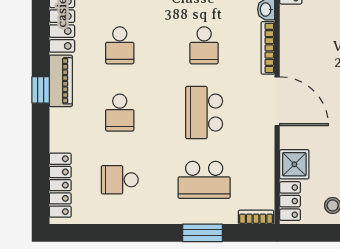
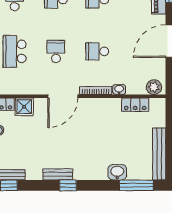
school desk: (204, 113) -> (56, 51), width x0.54

